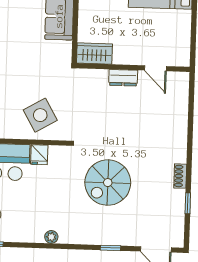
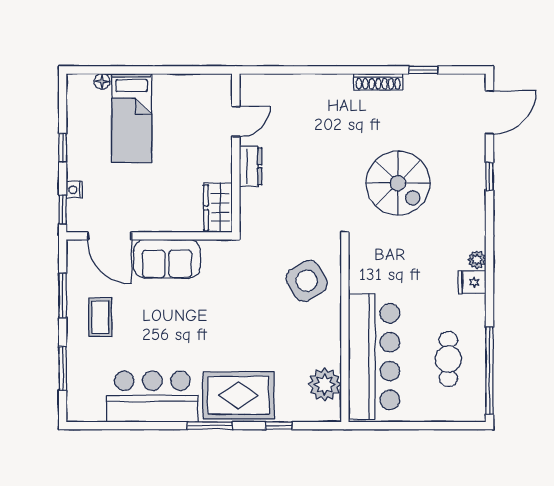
fridge: (39, 155) -> (472, 282), moved, turned 180
shoe rack: (180, 176) -> (378, 82), width x1.43

